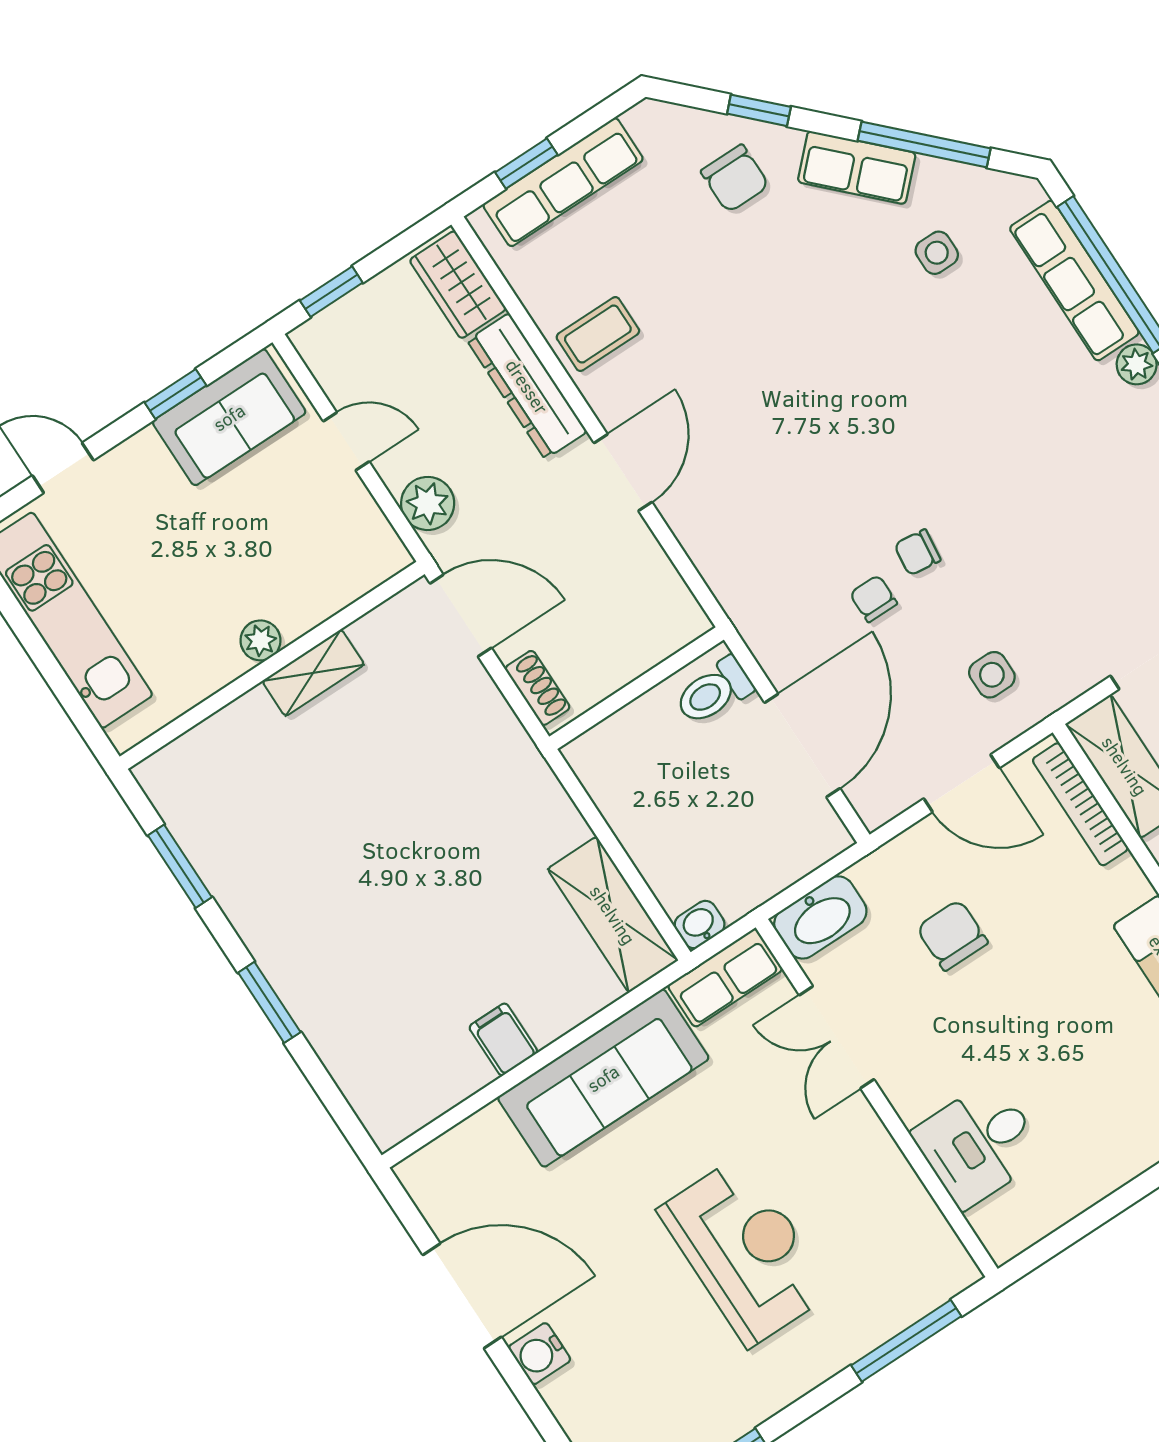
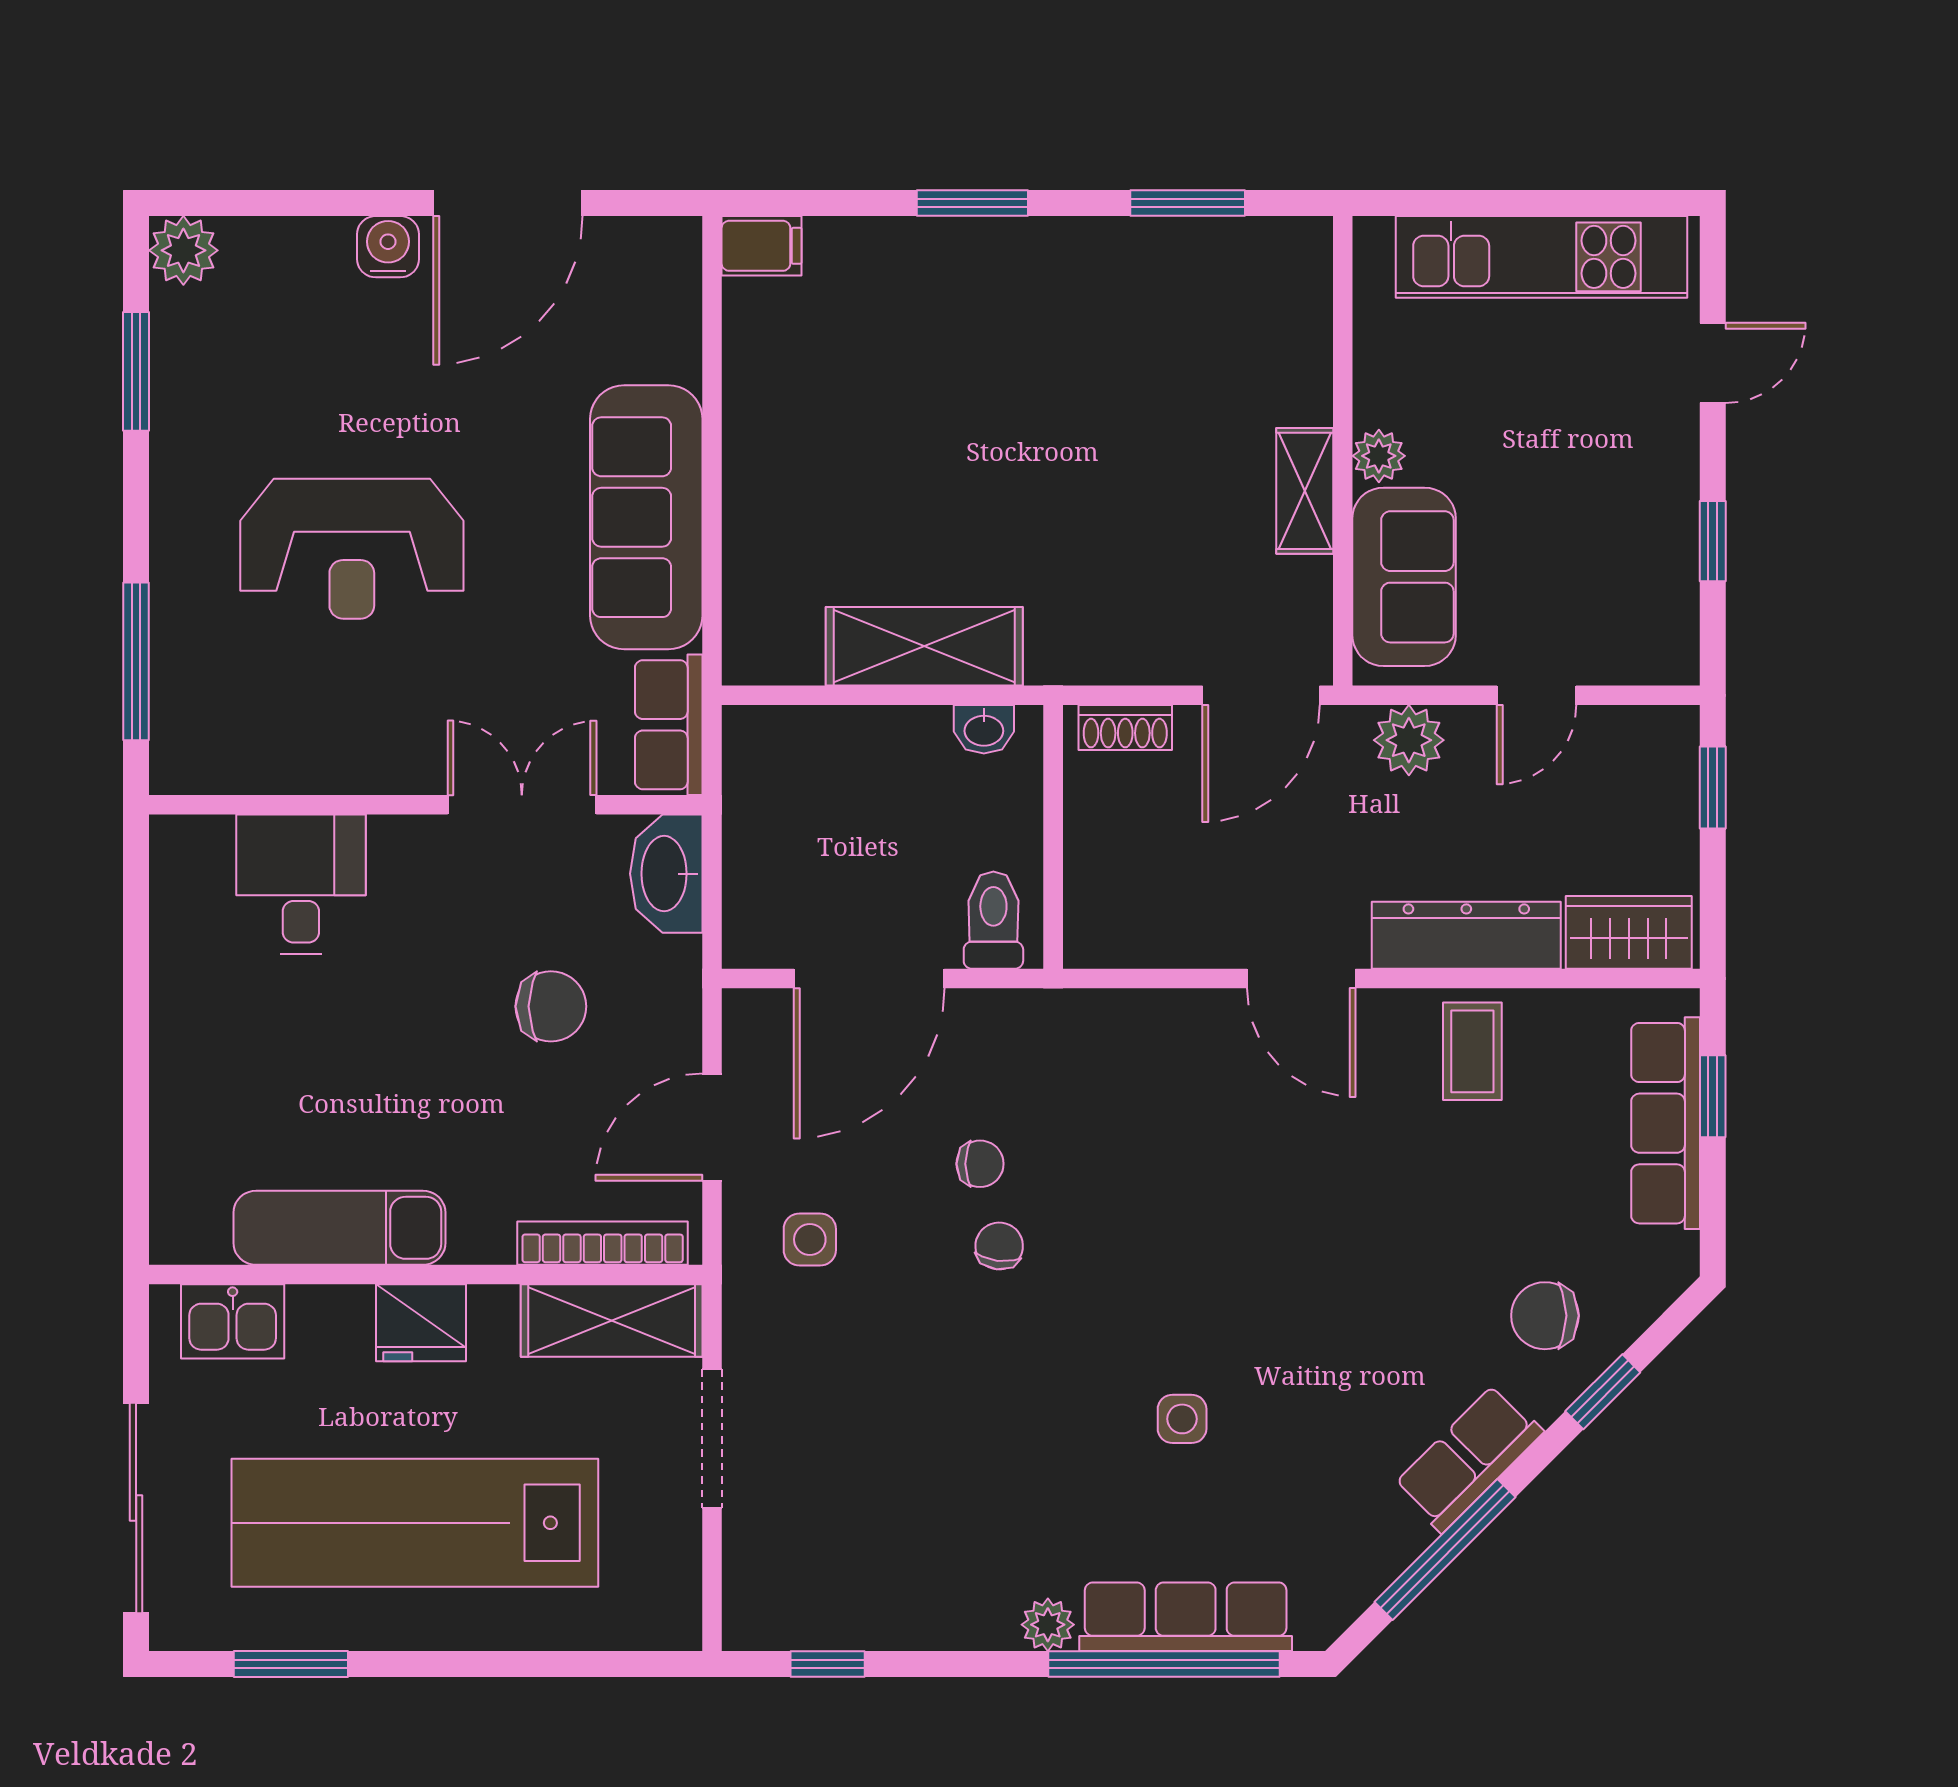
side table: (937, 253) -> (1182, 1419), moved
sofa: (229, 417) -> (1404, 577), moved, turned 180
door: (802, 746) -> (869, 979), hinge flipped
shelving: (613, 915) -> (924, 646), moved
washbasin: (700, 925) -> (984, 729), moved, turned 90
filing cabinet: (503, 1039) -> (762, 246), moved

